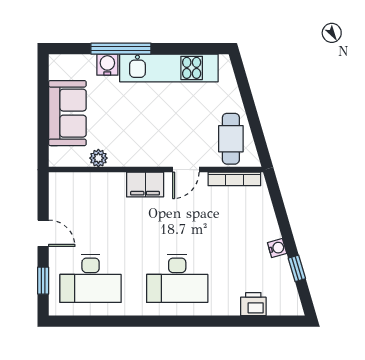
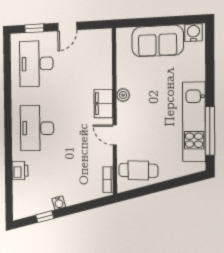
window: (121, 49) -> (210, 131), moved
water cooler: (107, 65) -> (193, 33), moved, turned -90
plant: (98, 158) -> (123, 95), moved
bookcase: (234, 179) -> (108, 180), width x0.64
printer: (253, 304) -> (20, 170), moved

